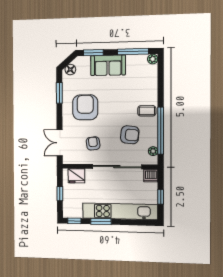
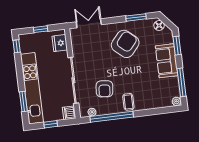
armchair: (85, 107) -> (125, 44), turned -49
armchair: (93, 143) -> (92, 55), removed
window: (101, 222) -> (23, 101), moved

